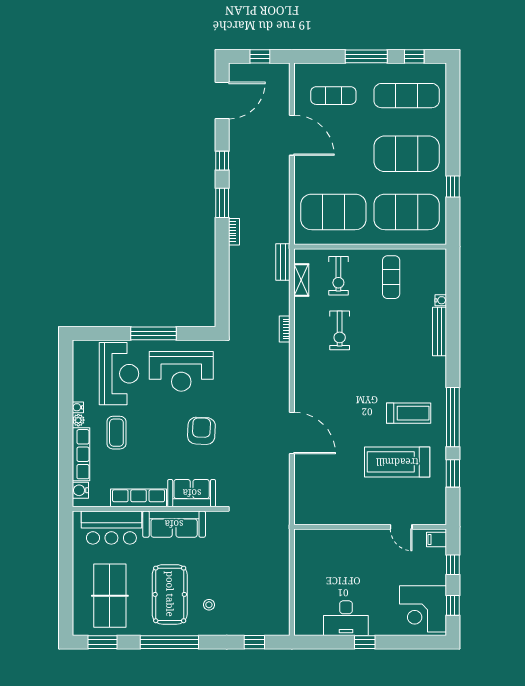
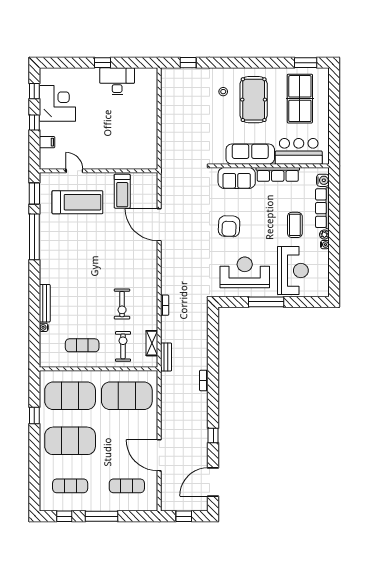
exercise mat: (407, 96) -> (70, 486), width x0.73, depth x0.69
window: (222, 203) -> (213, 403), removed
exercise mat: (391, 277) -> (82, 345), turned 90
exercise bike: (340, 330) -> (122, 304), turned 180
reception desk: (119, 374) -> (293, 271), turned 180
treadmill: (409, 413) -> (122, 191), moved, turned -90
wall: (370, 527) -> (98, 171), moved
door: (401, 527) -> (74, 171), moved
corner desk: (423, 609) -> (57, 103), moved
window: (169, 642) -> (254, 63), removed

